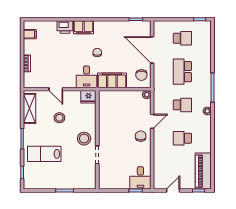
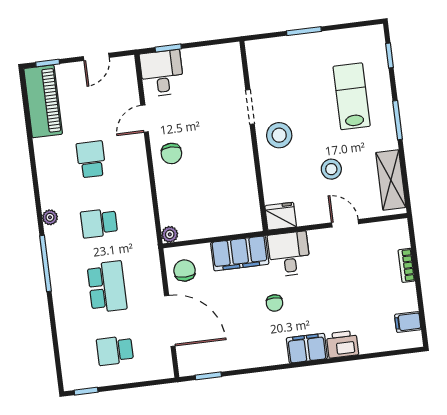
door: (152, 121) -> (145, 119), moved
school desk: (182, 138) -> (91, 159), turned -90
lab bench: (44, 154) -> (352, 96), turned -90

